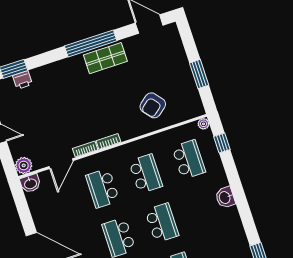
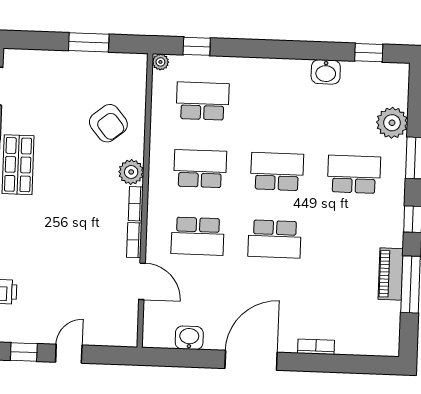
plant: (24, 165) -> (131, 172), moved
washbasin: (30, 183) -> (189, 338), moved, turned -90
washbasin: (225, 197) -> (326, 72), moved

